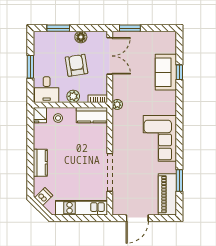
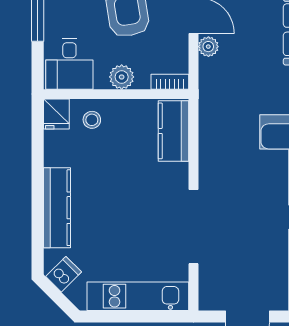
plant: (117, 104) -> (208, 47), moved
kitchen counter: (92, 115) -> (174, 131), moved, turned 90
kitchen counter: (40, 163) -> (57, 208), width x1.50

